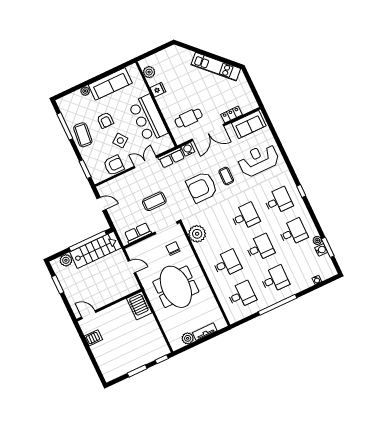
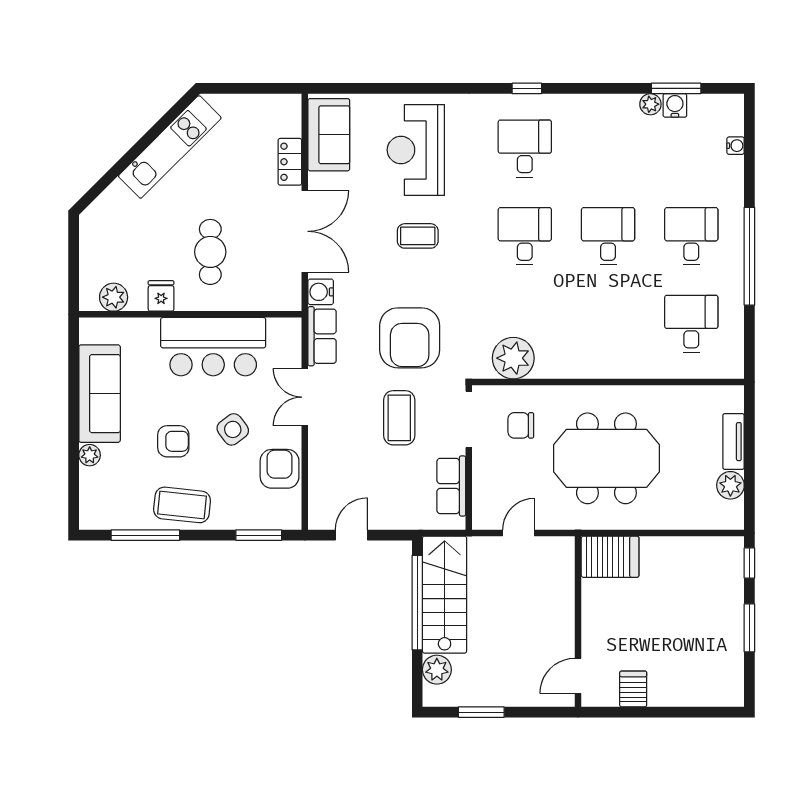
cafe table: (189, 118) -> (210, 252), moved
armchair: (202, 187) -> (410, 338), moved
desk: (293, 232) -> (608, 149), removed
desk: (227, 263) -> (608, 324), removed

